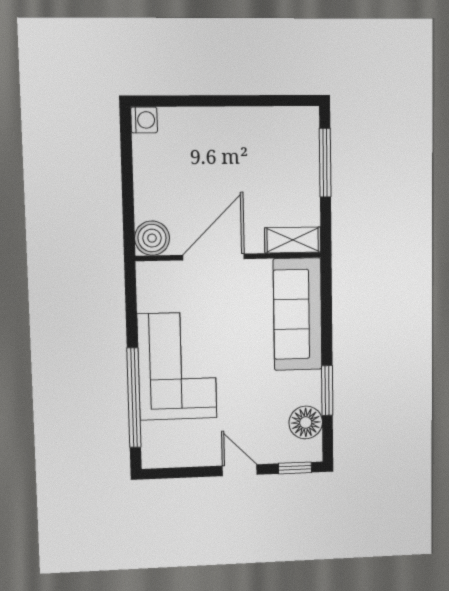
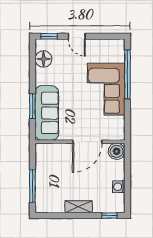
window: (163, 101) -> (109, 216), added
washing machine: (144, 120) -> (119, 187), moved
shelving: (293, 240) -> (79, 207), moved
window: (327, 391) -> (32, 106), moved

